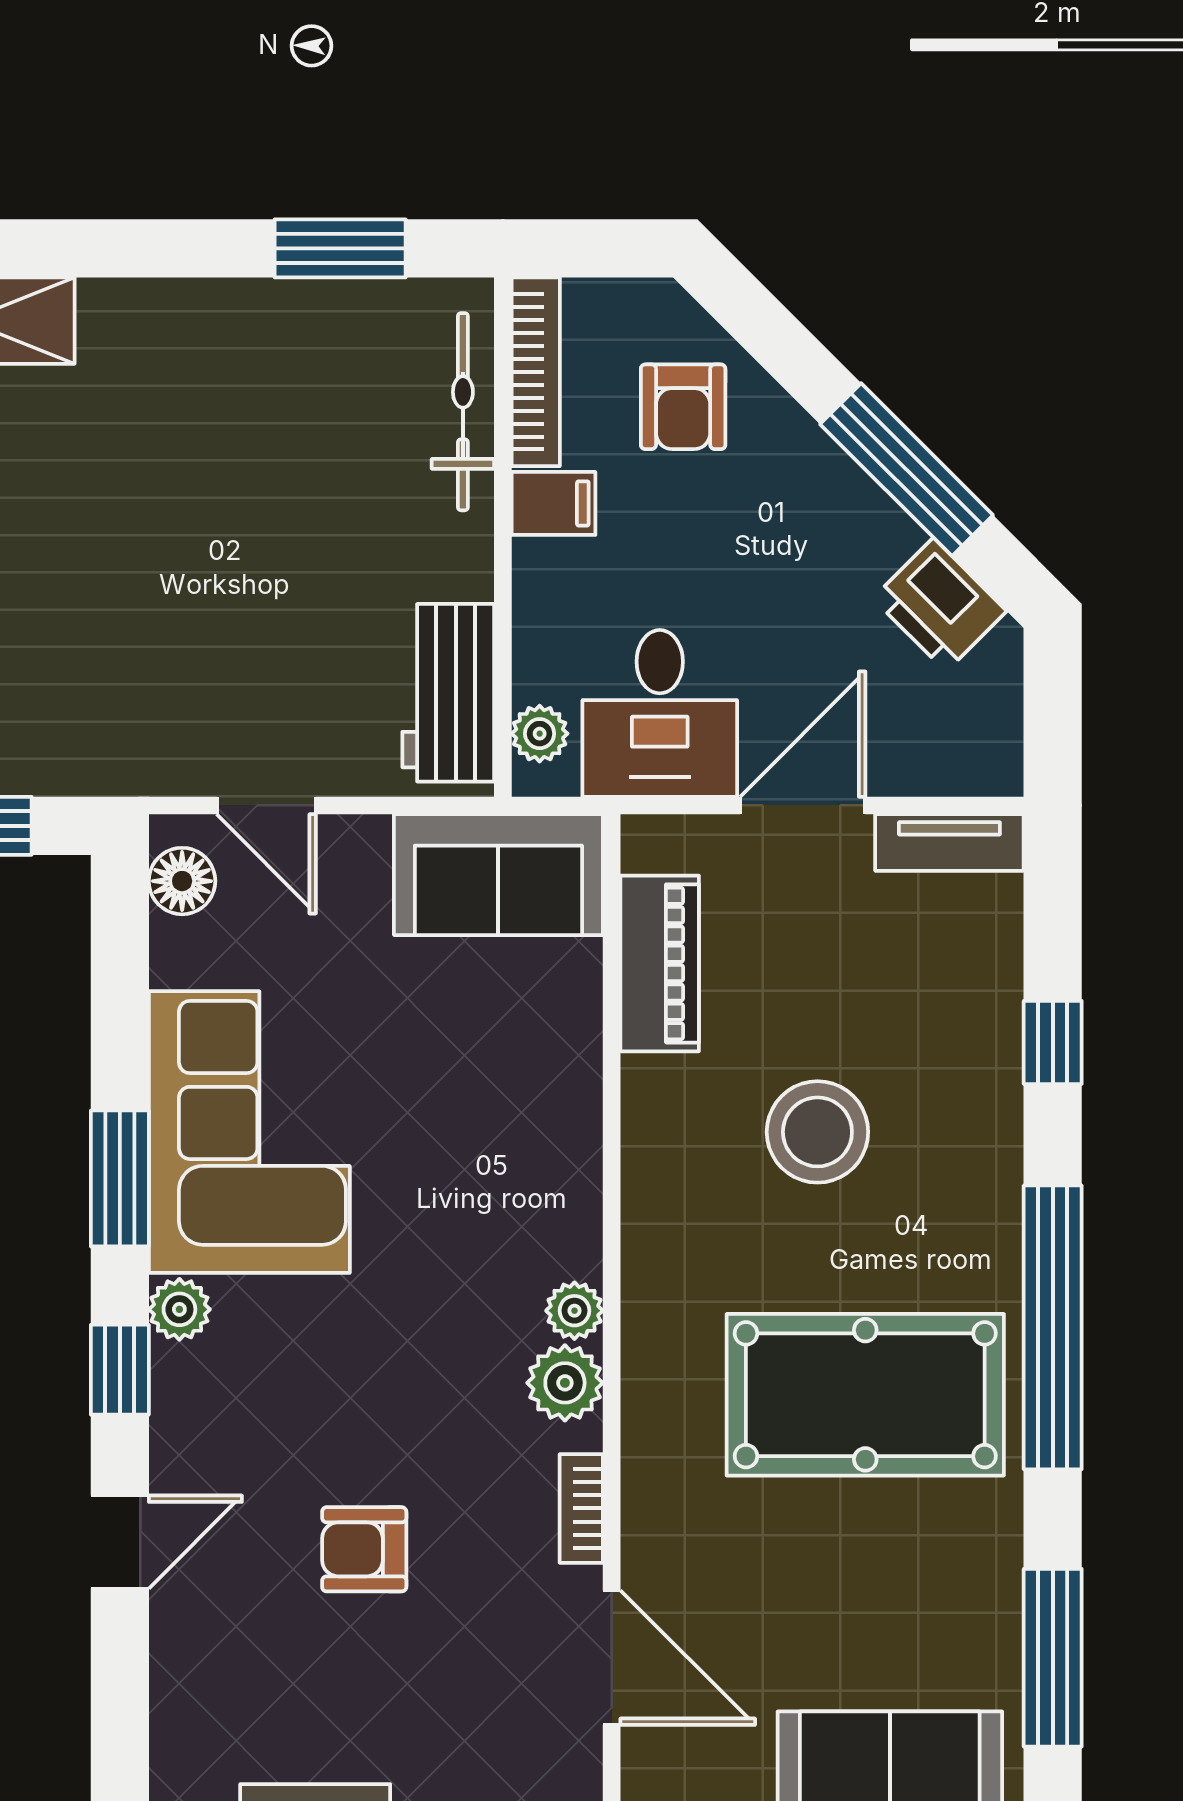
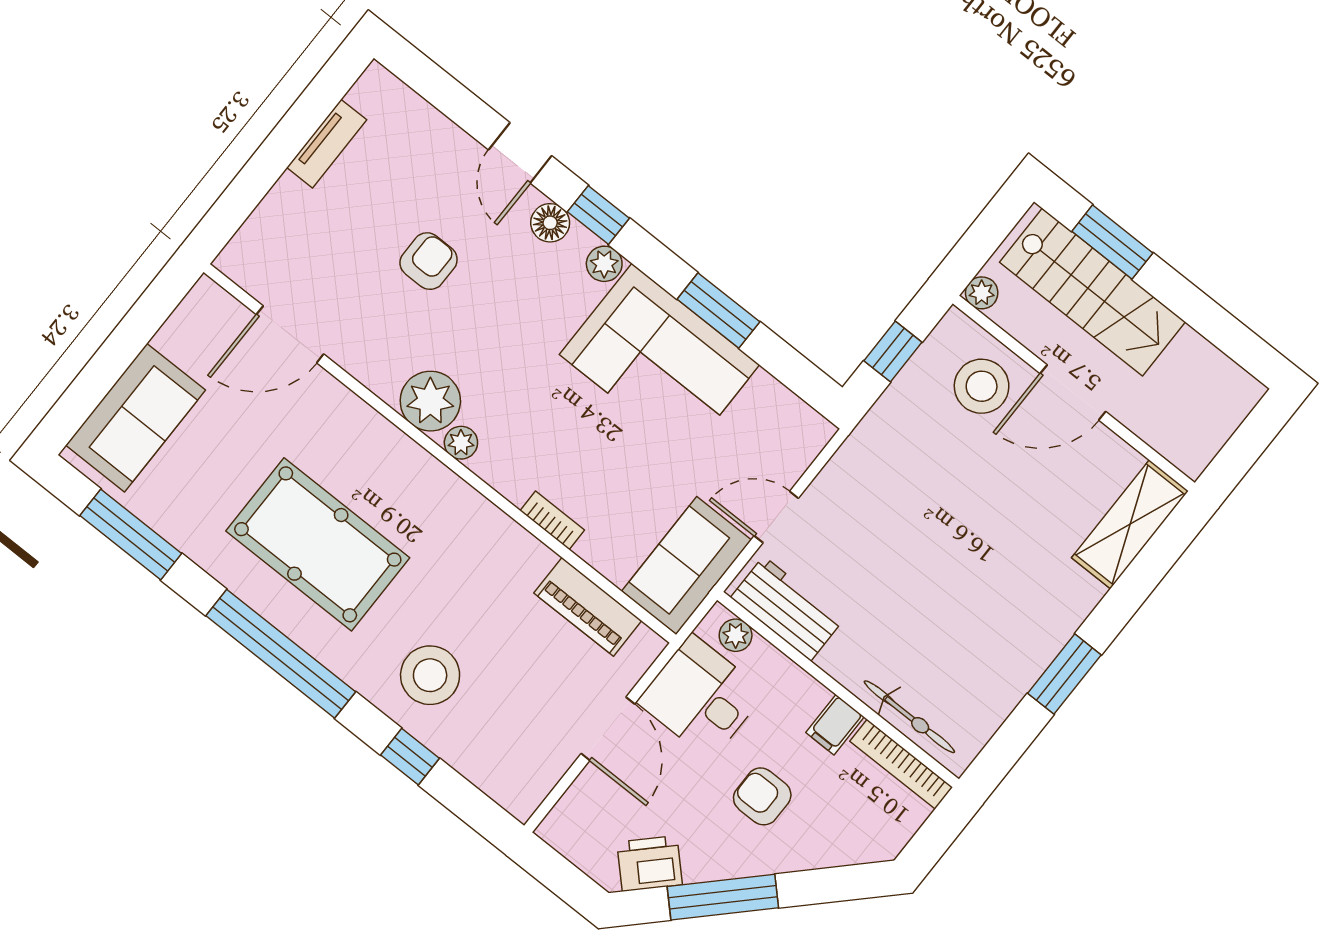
window: (340, 248) -> (1064, 674), moved
armchair: (683, 407) -> (762, 796), moved
door: (266, 805) -> (776, 517), moved
tv unit: (949, 843) -> (538, 782), removed
floor lamp: (182, 881) -> (550, 223), moved
stool: (817, 1132) -> (430, 675), moved
window: (120, 1178) -> (718, 310), moved
plant: (565, 1383) -> (430, 401), width x1.36, depth x1.36
pool table: (865, 1395) -> (318, 544), turned 90
bookcase: (581, 1508) -> (552, 520), moved

